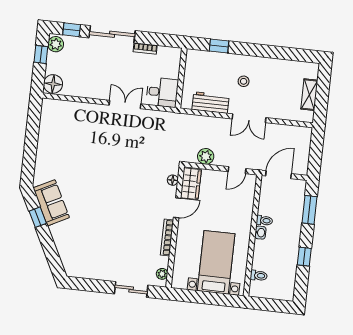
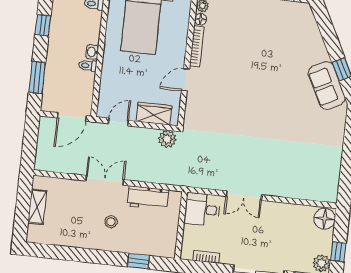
bookcase: (145, 48) -> (206, 257), moved
plant: (206, 156) -> (167, 139), moved
floor lamp: (173, 180) -> (201, 19), moved
wardrobe: (191, 184) -> (154, 114), moved, turned 90

